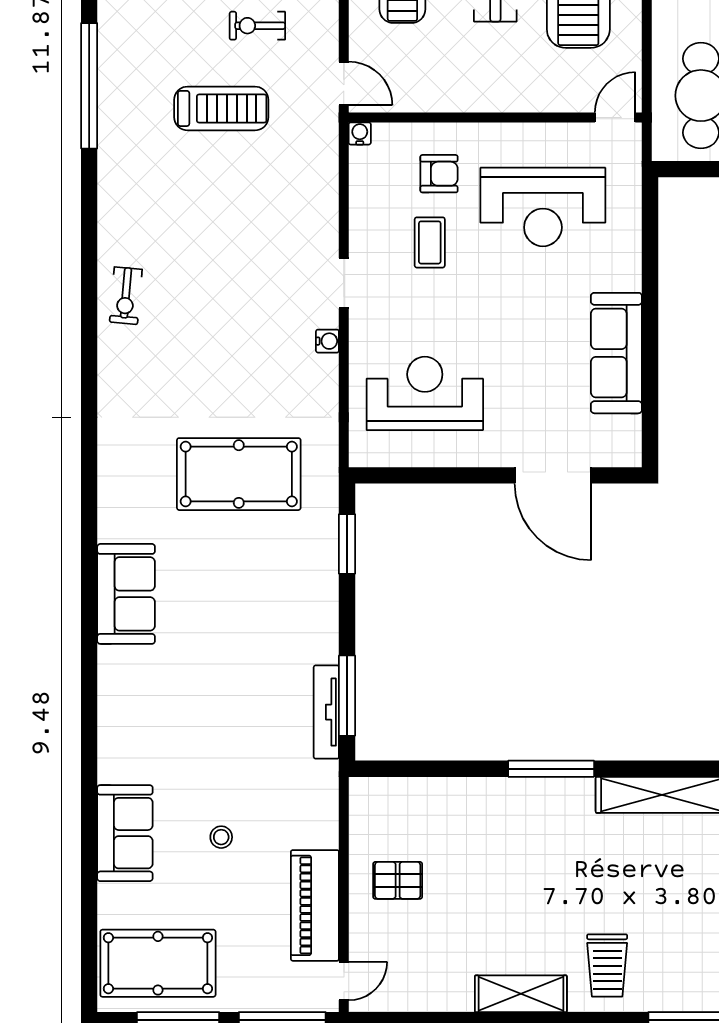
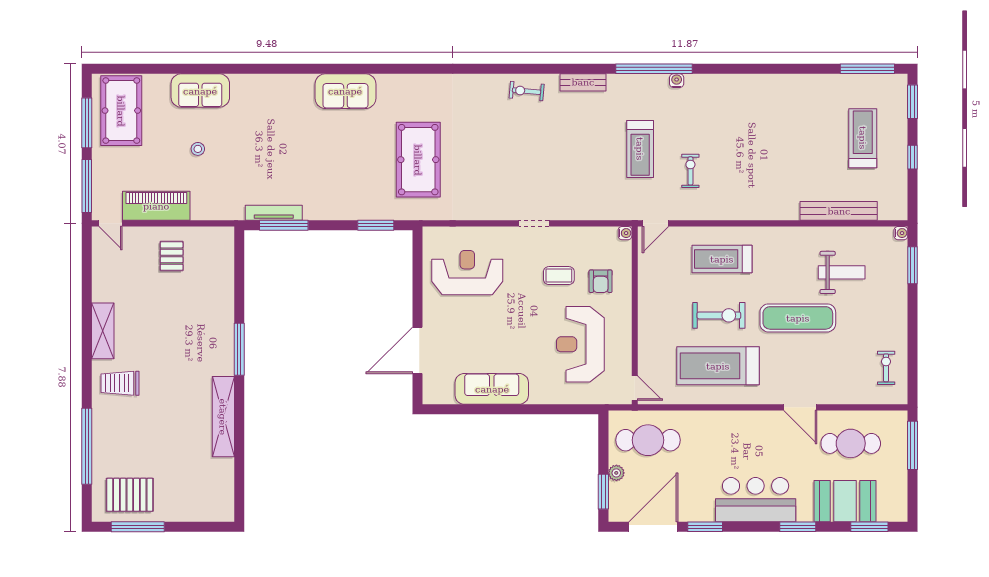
bench: (112, 203) -> (583, 82), added
water cooler: (327, 341) -> (677, 81), moved, turned 180
reception desk: (425, 393) -> (467, 273), turned -90

